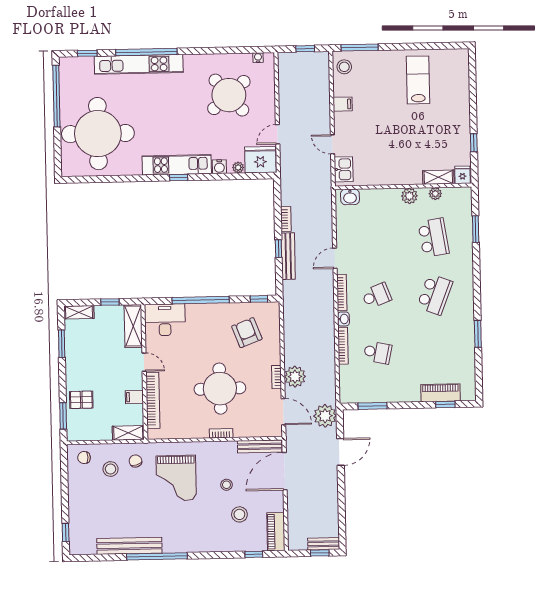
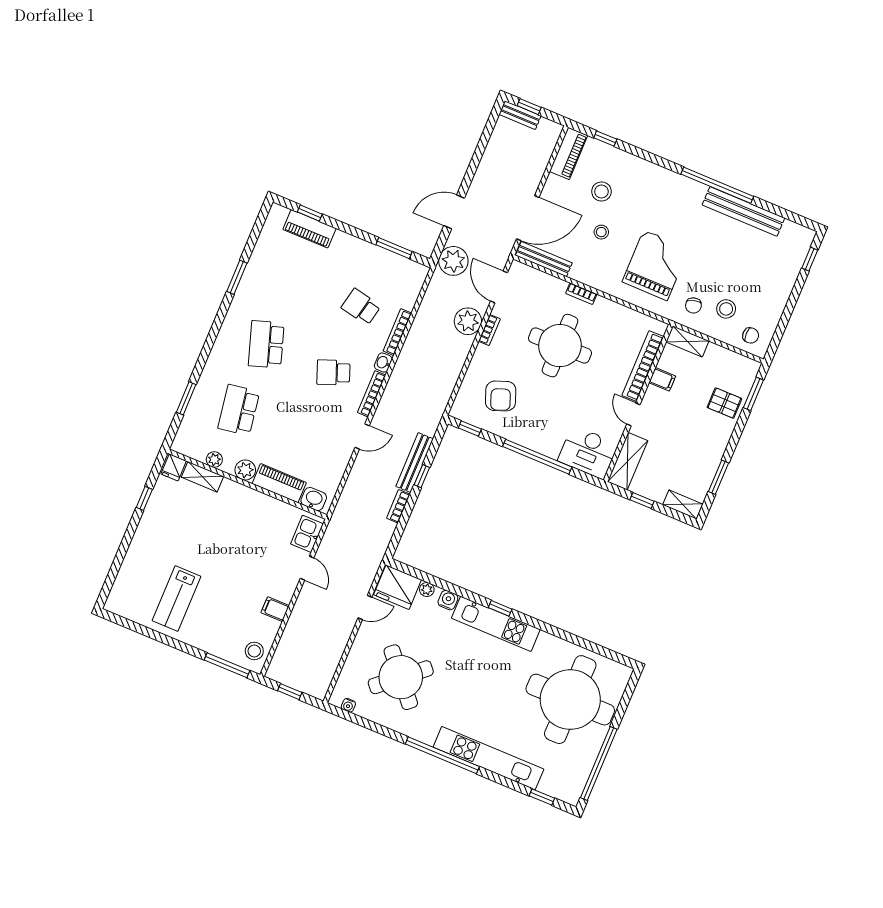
window: (146, 52) -> (442, 755), moved
piano: (380, 197) -> (279, 483), added
school desk: (435, 294) -> (266, 344), turned -39

